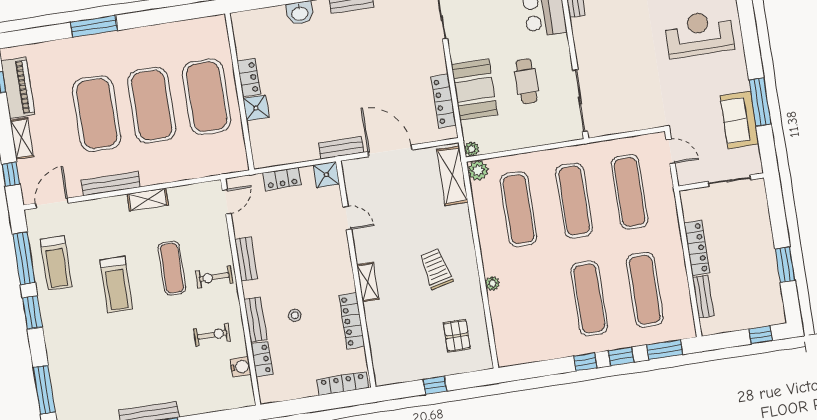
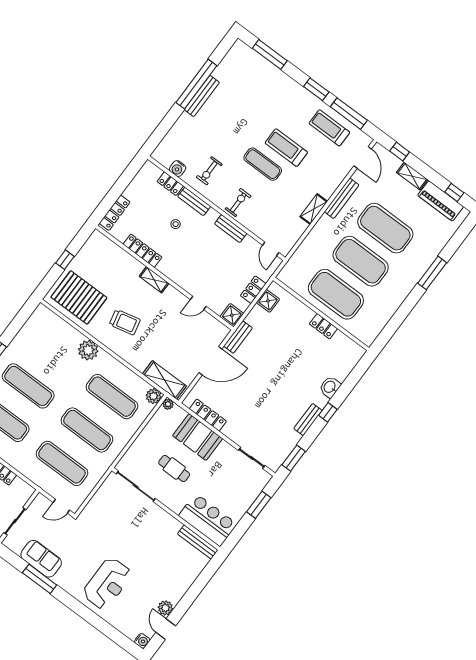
shower: (256, 108) -> (268, 301), moved
exercise mat: (172, 268) -> (263, 164), moved
plant: (492, 283) -> (88, 350), width x1.87, depth x1.87
pallet: (457, 336) -> (79, 297), width x2.05, depth x2.00

